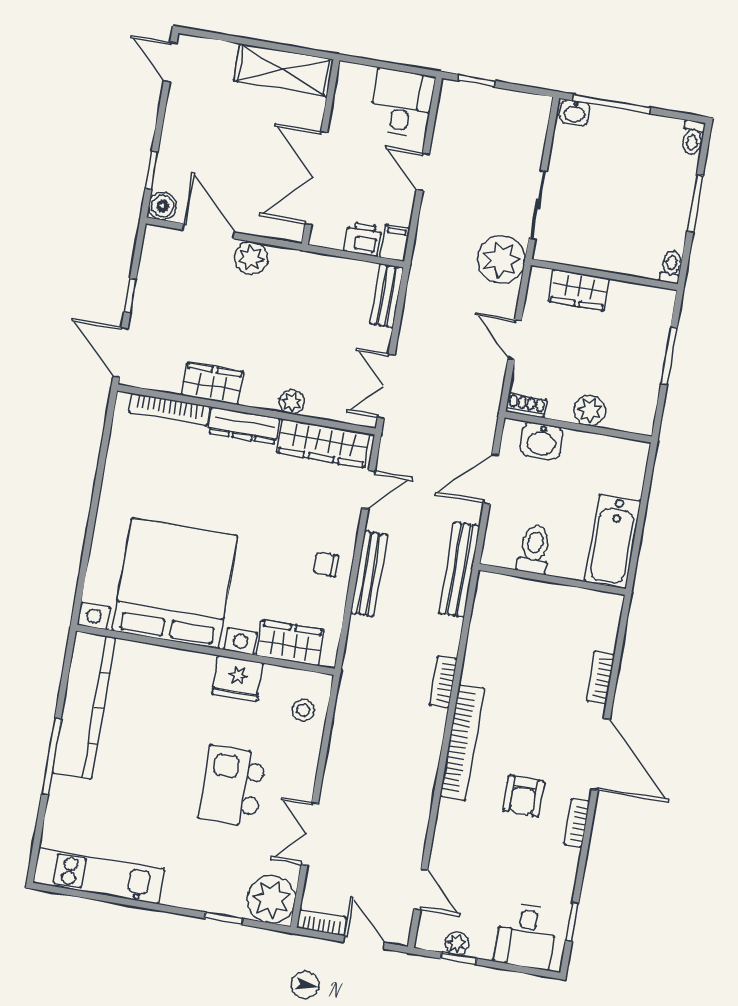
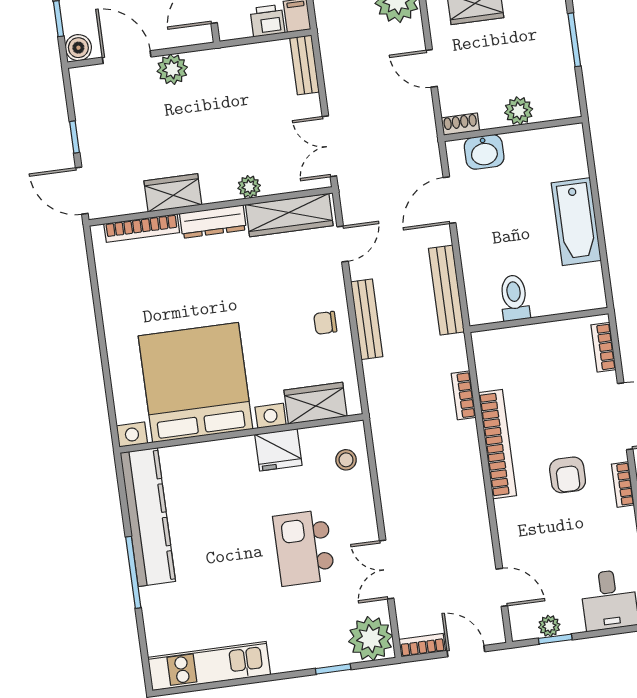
toilet: (534, 549) -> (514, 298), moved
wall: (552, 579) -> (539, 320), moved

